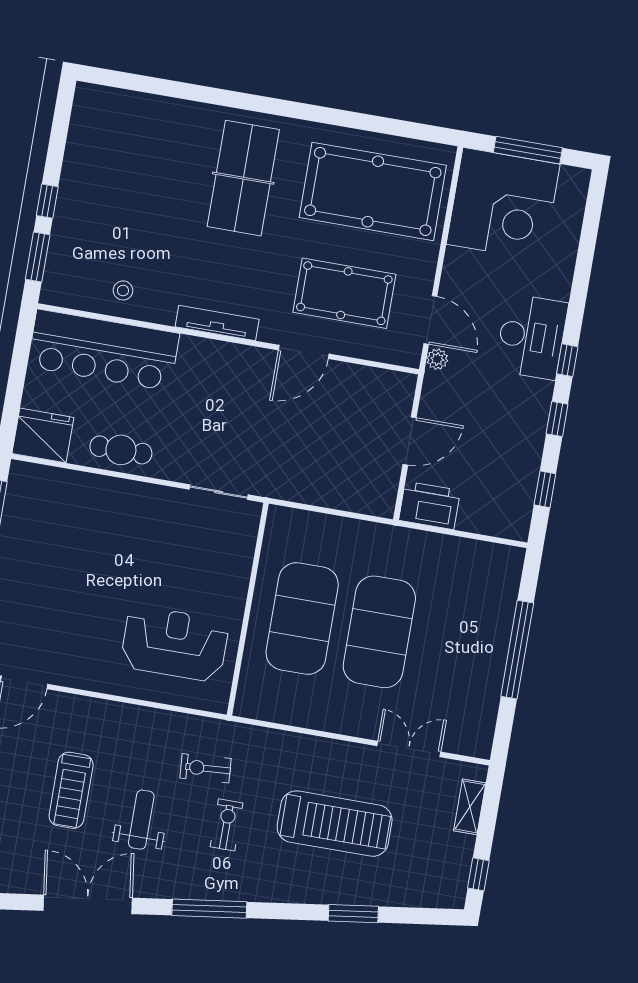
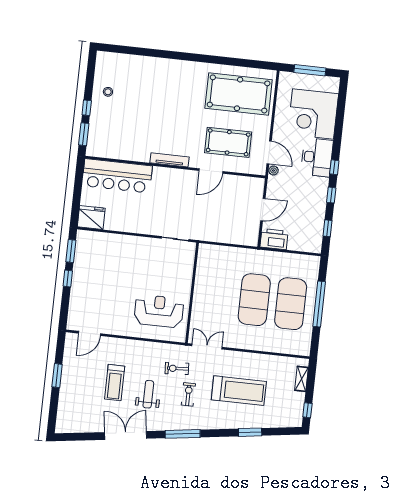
table tennis table: (243, 178) -> (178, 91), removed
corner desk: (503, 204) -> (313, 114), moved, turned 90
stool: (123, 290) -> (108, 92), moved
cafe table: (121, 450) -> (128, 222), removed
exercise mat: (302, 619) -> (291, 304), moved
double door: (409, 749) -> (207, 346), moved

